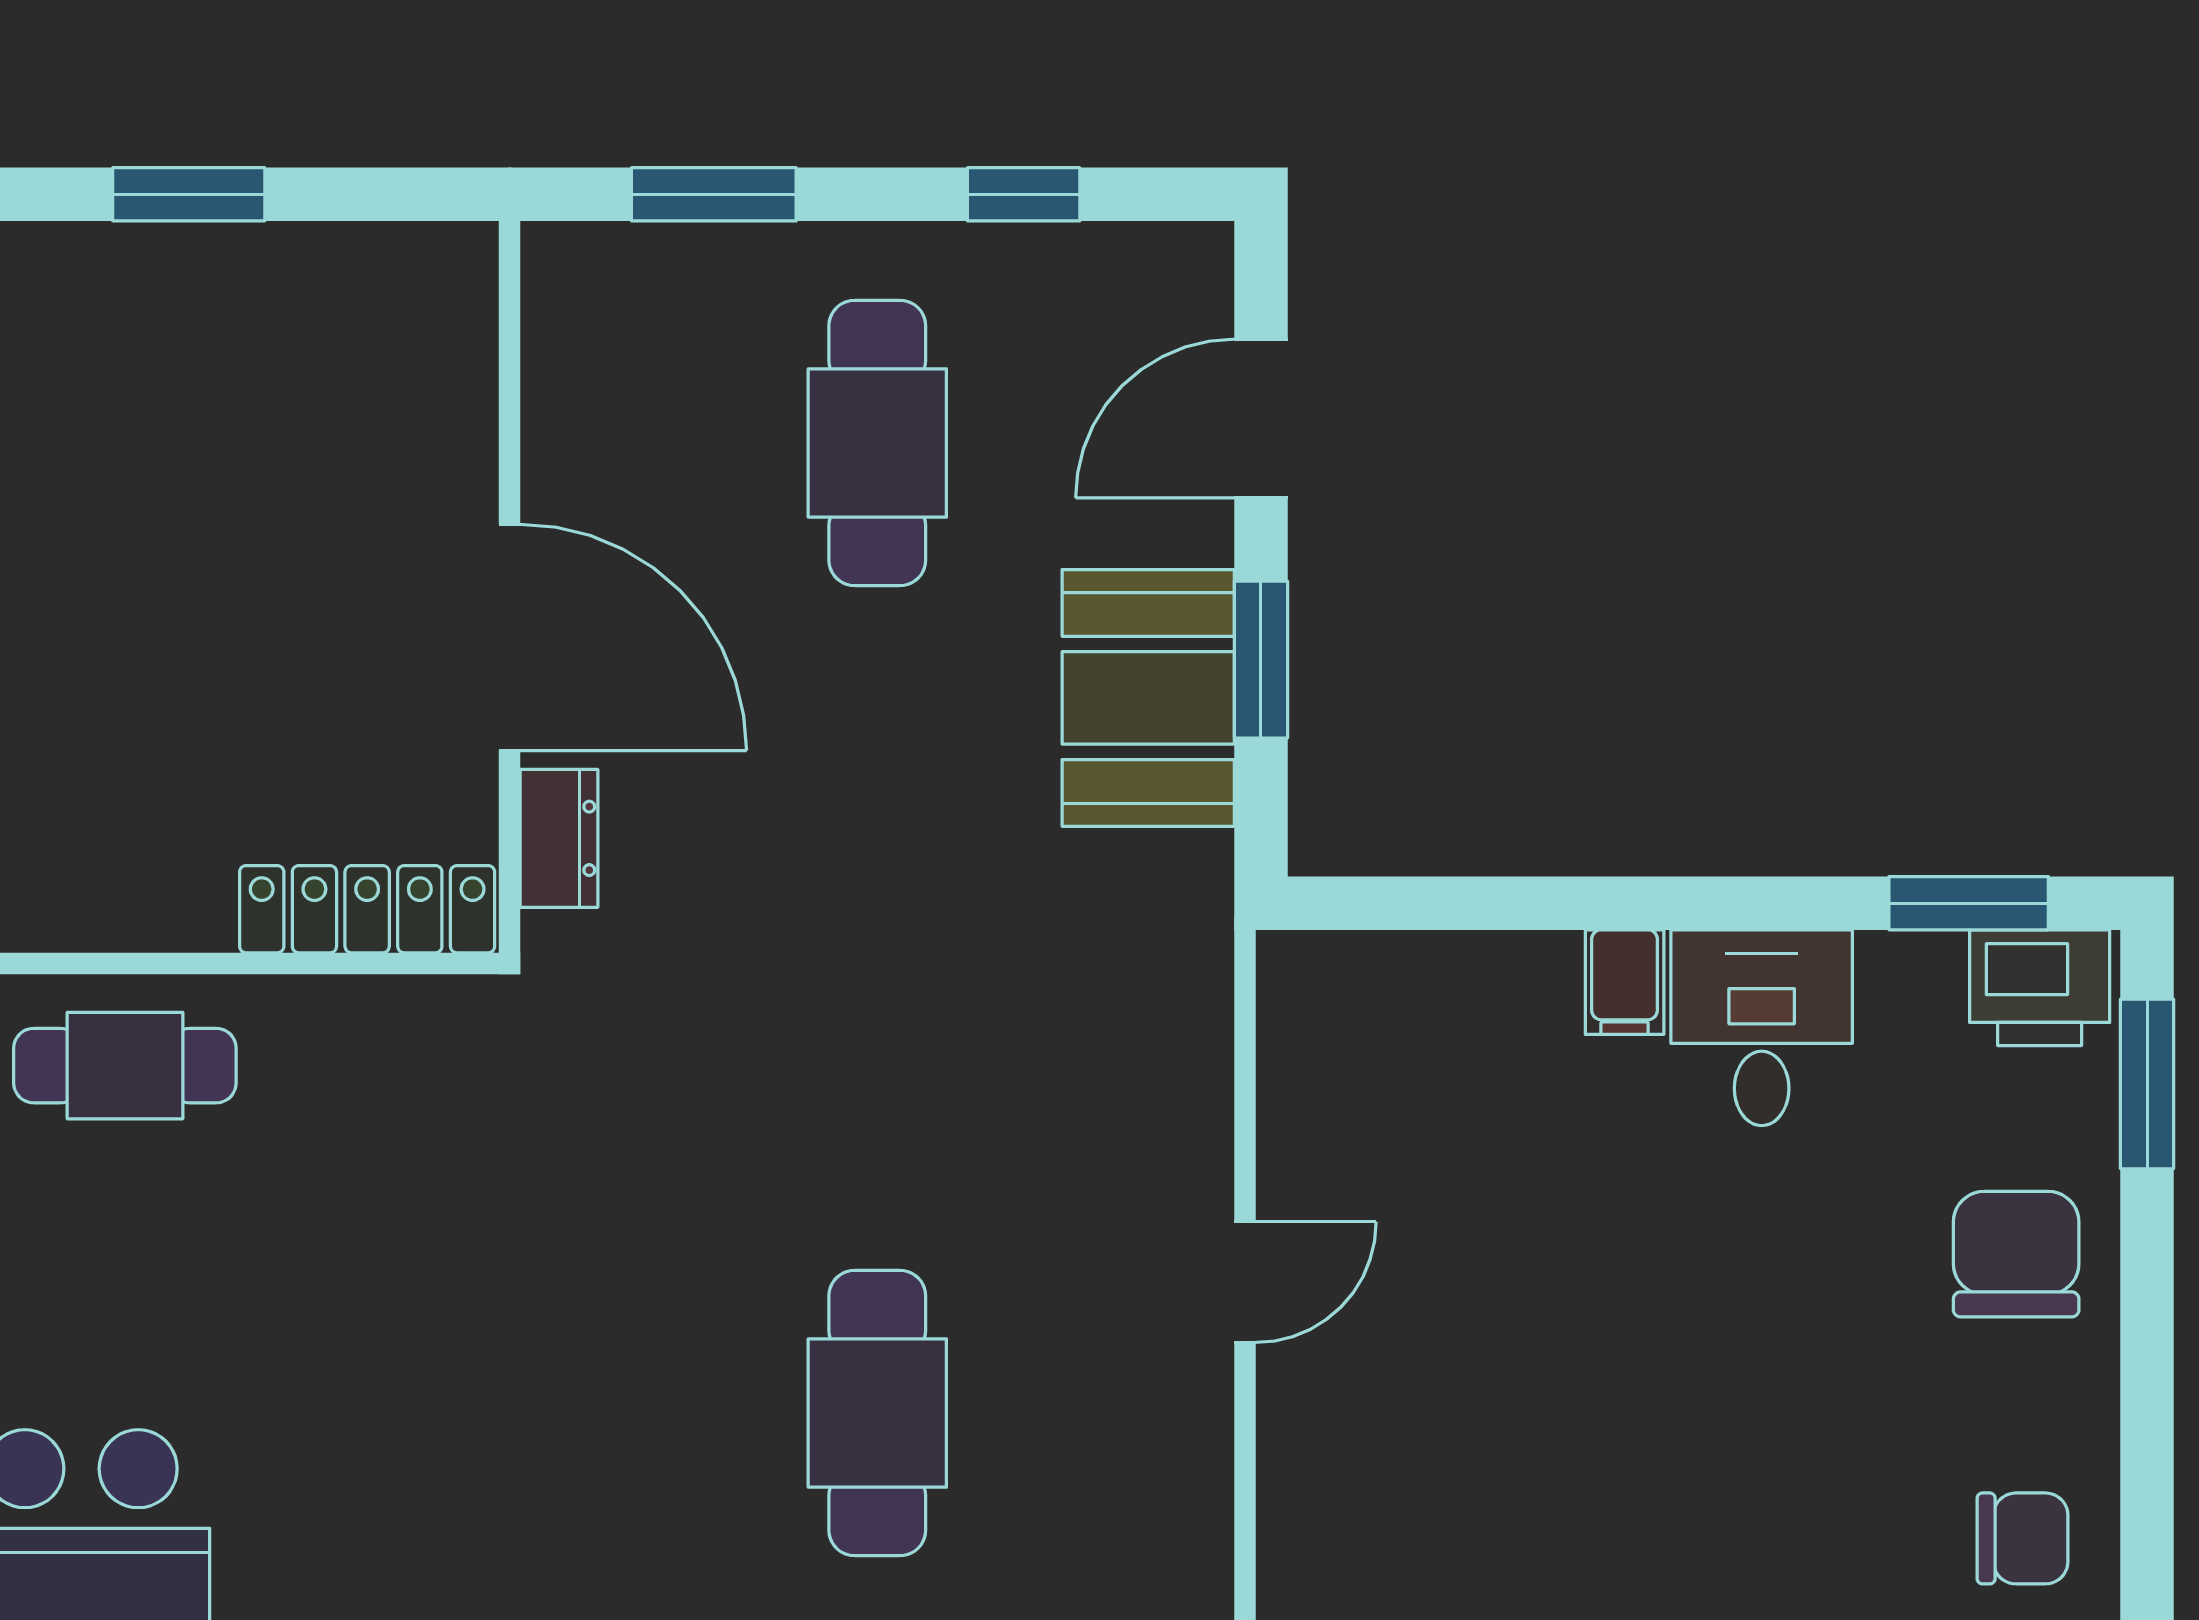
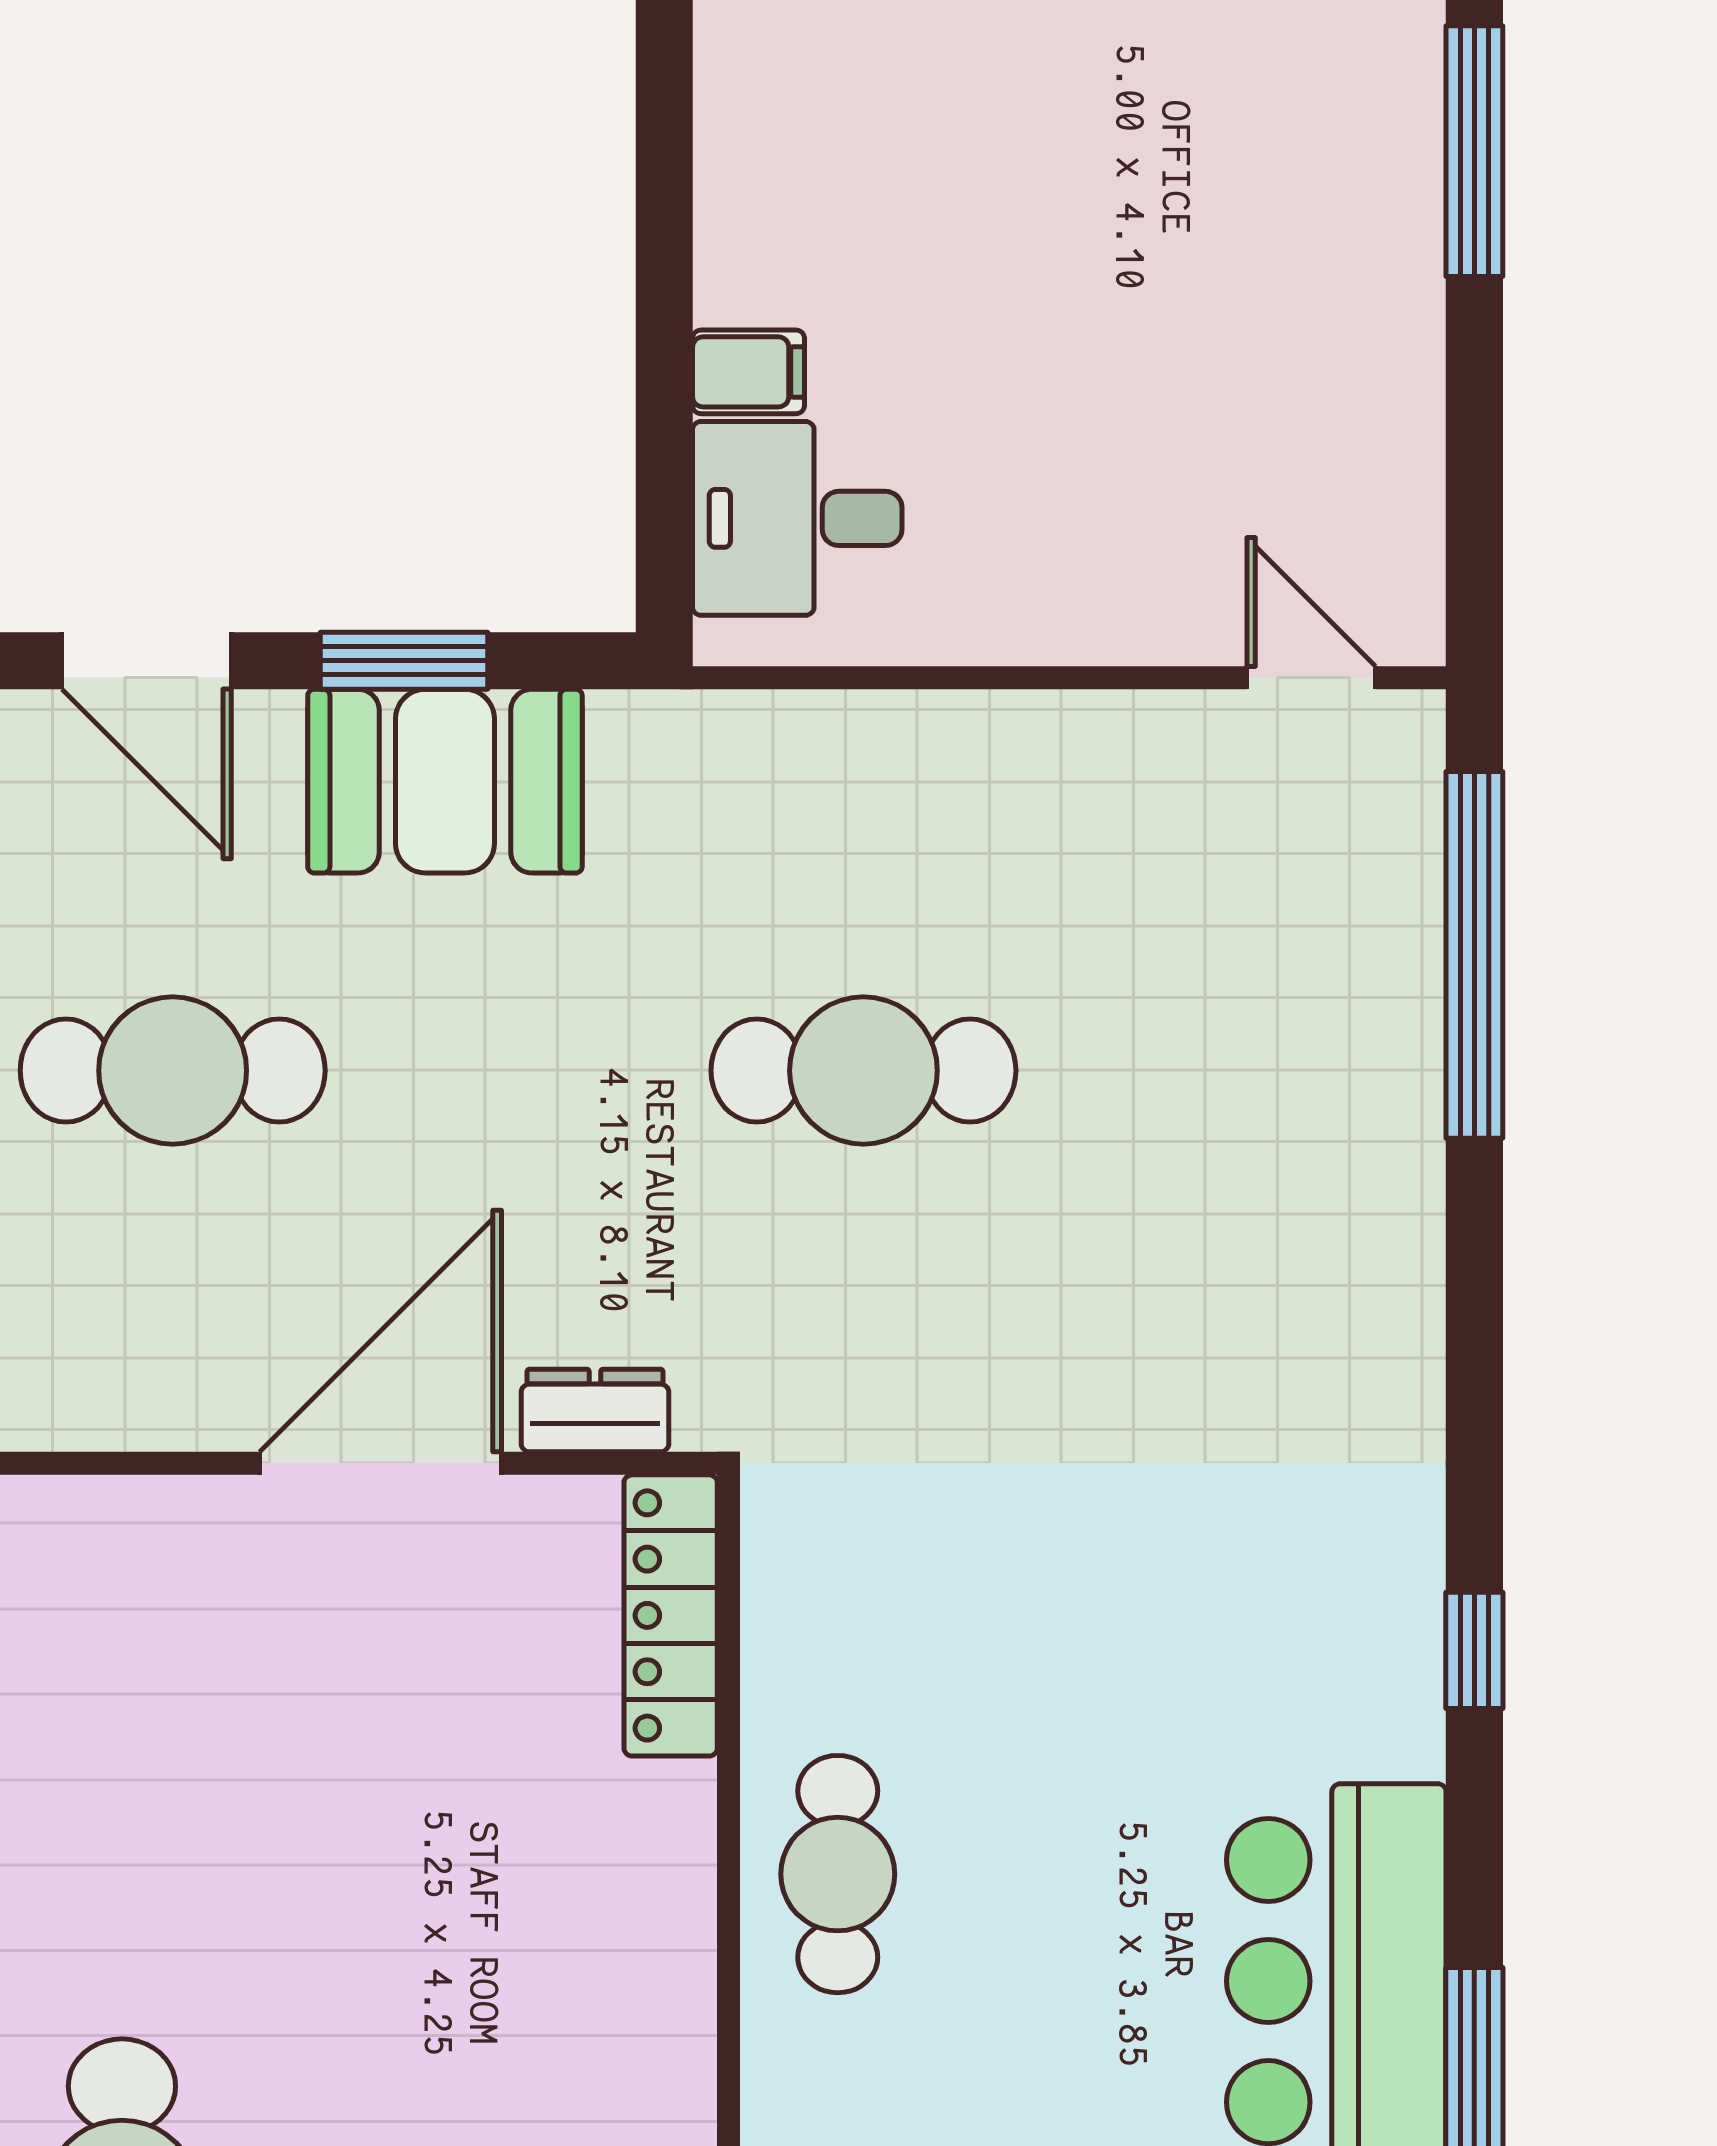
filing cabinet: (1625, 982) -> (749, 372), moved
desk: (1762, 1028) -> (797, 518), moved
door: (1245, 1282) -> (1311, 678), moved
cafe table: (877, 1413) -> (863, 1071), moved

